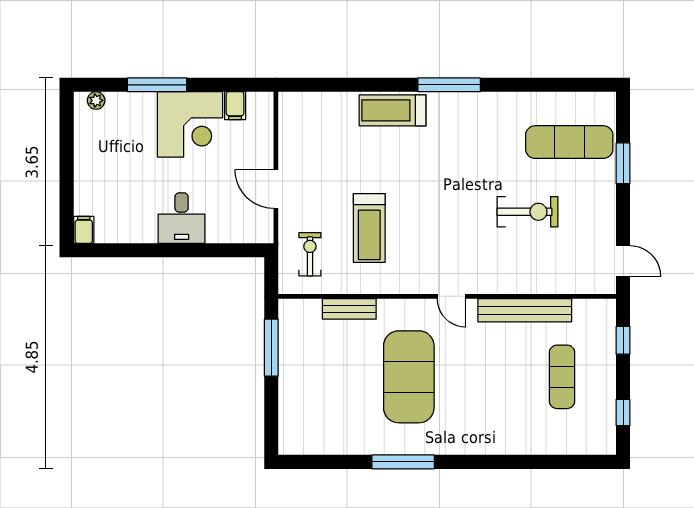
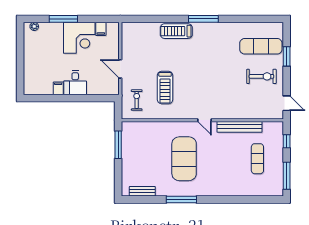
exercise bike: (527, 212) -> (261, 76), moved
filing cabinet: (84, 230) -> (58, 88), moved
bench: (349, 309) -> (142, 191), moved
window: (623, 412) -> (287, 176), width x2.17

